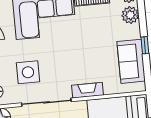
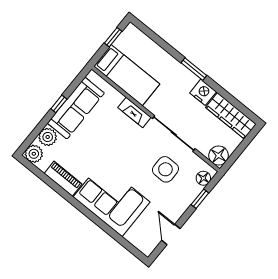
sofa: (131, 61) -> (76, 108), width x1.36

